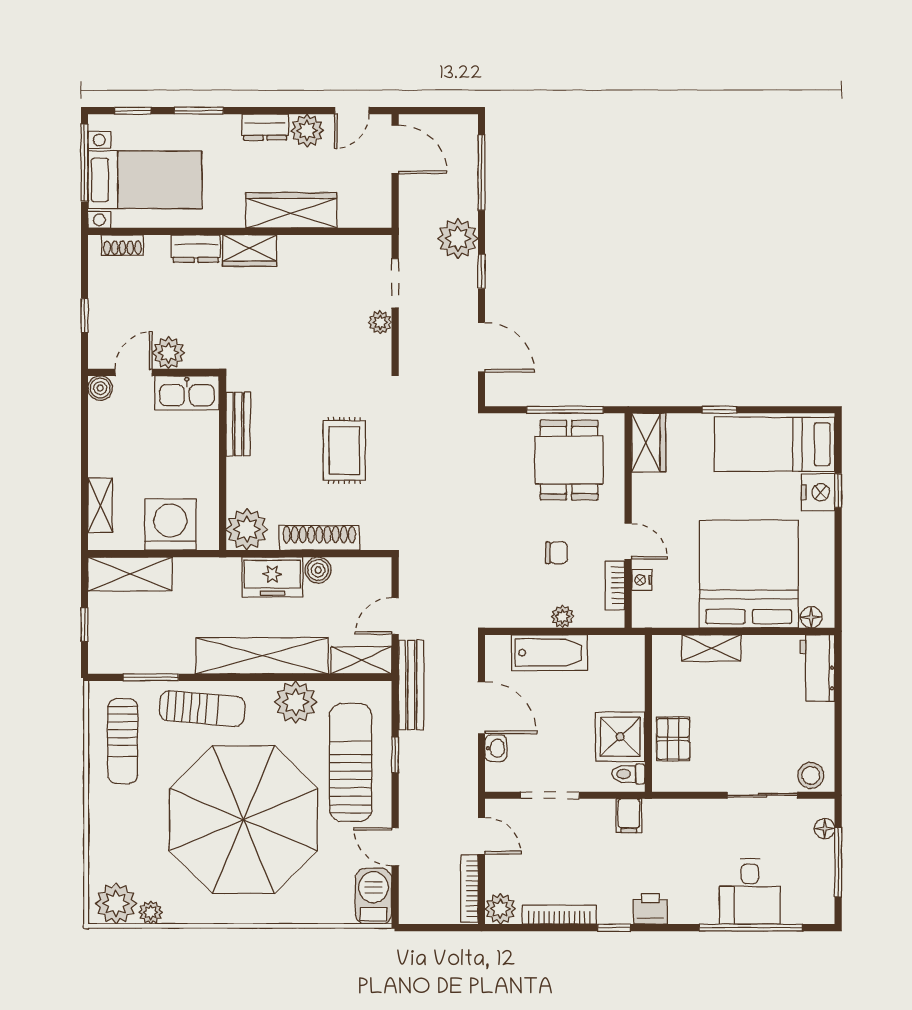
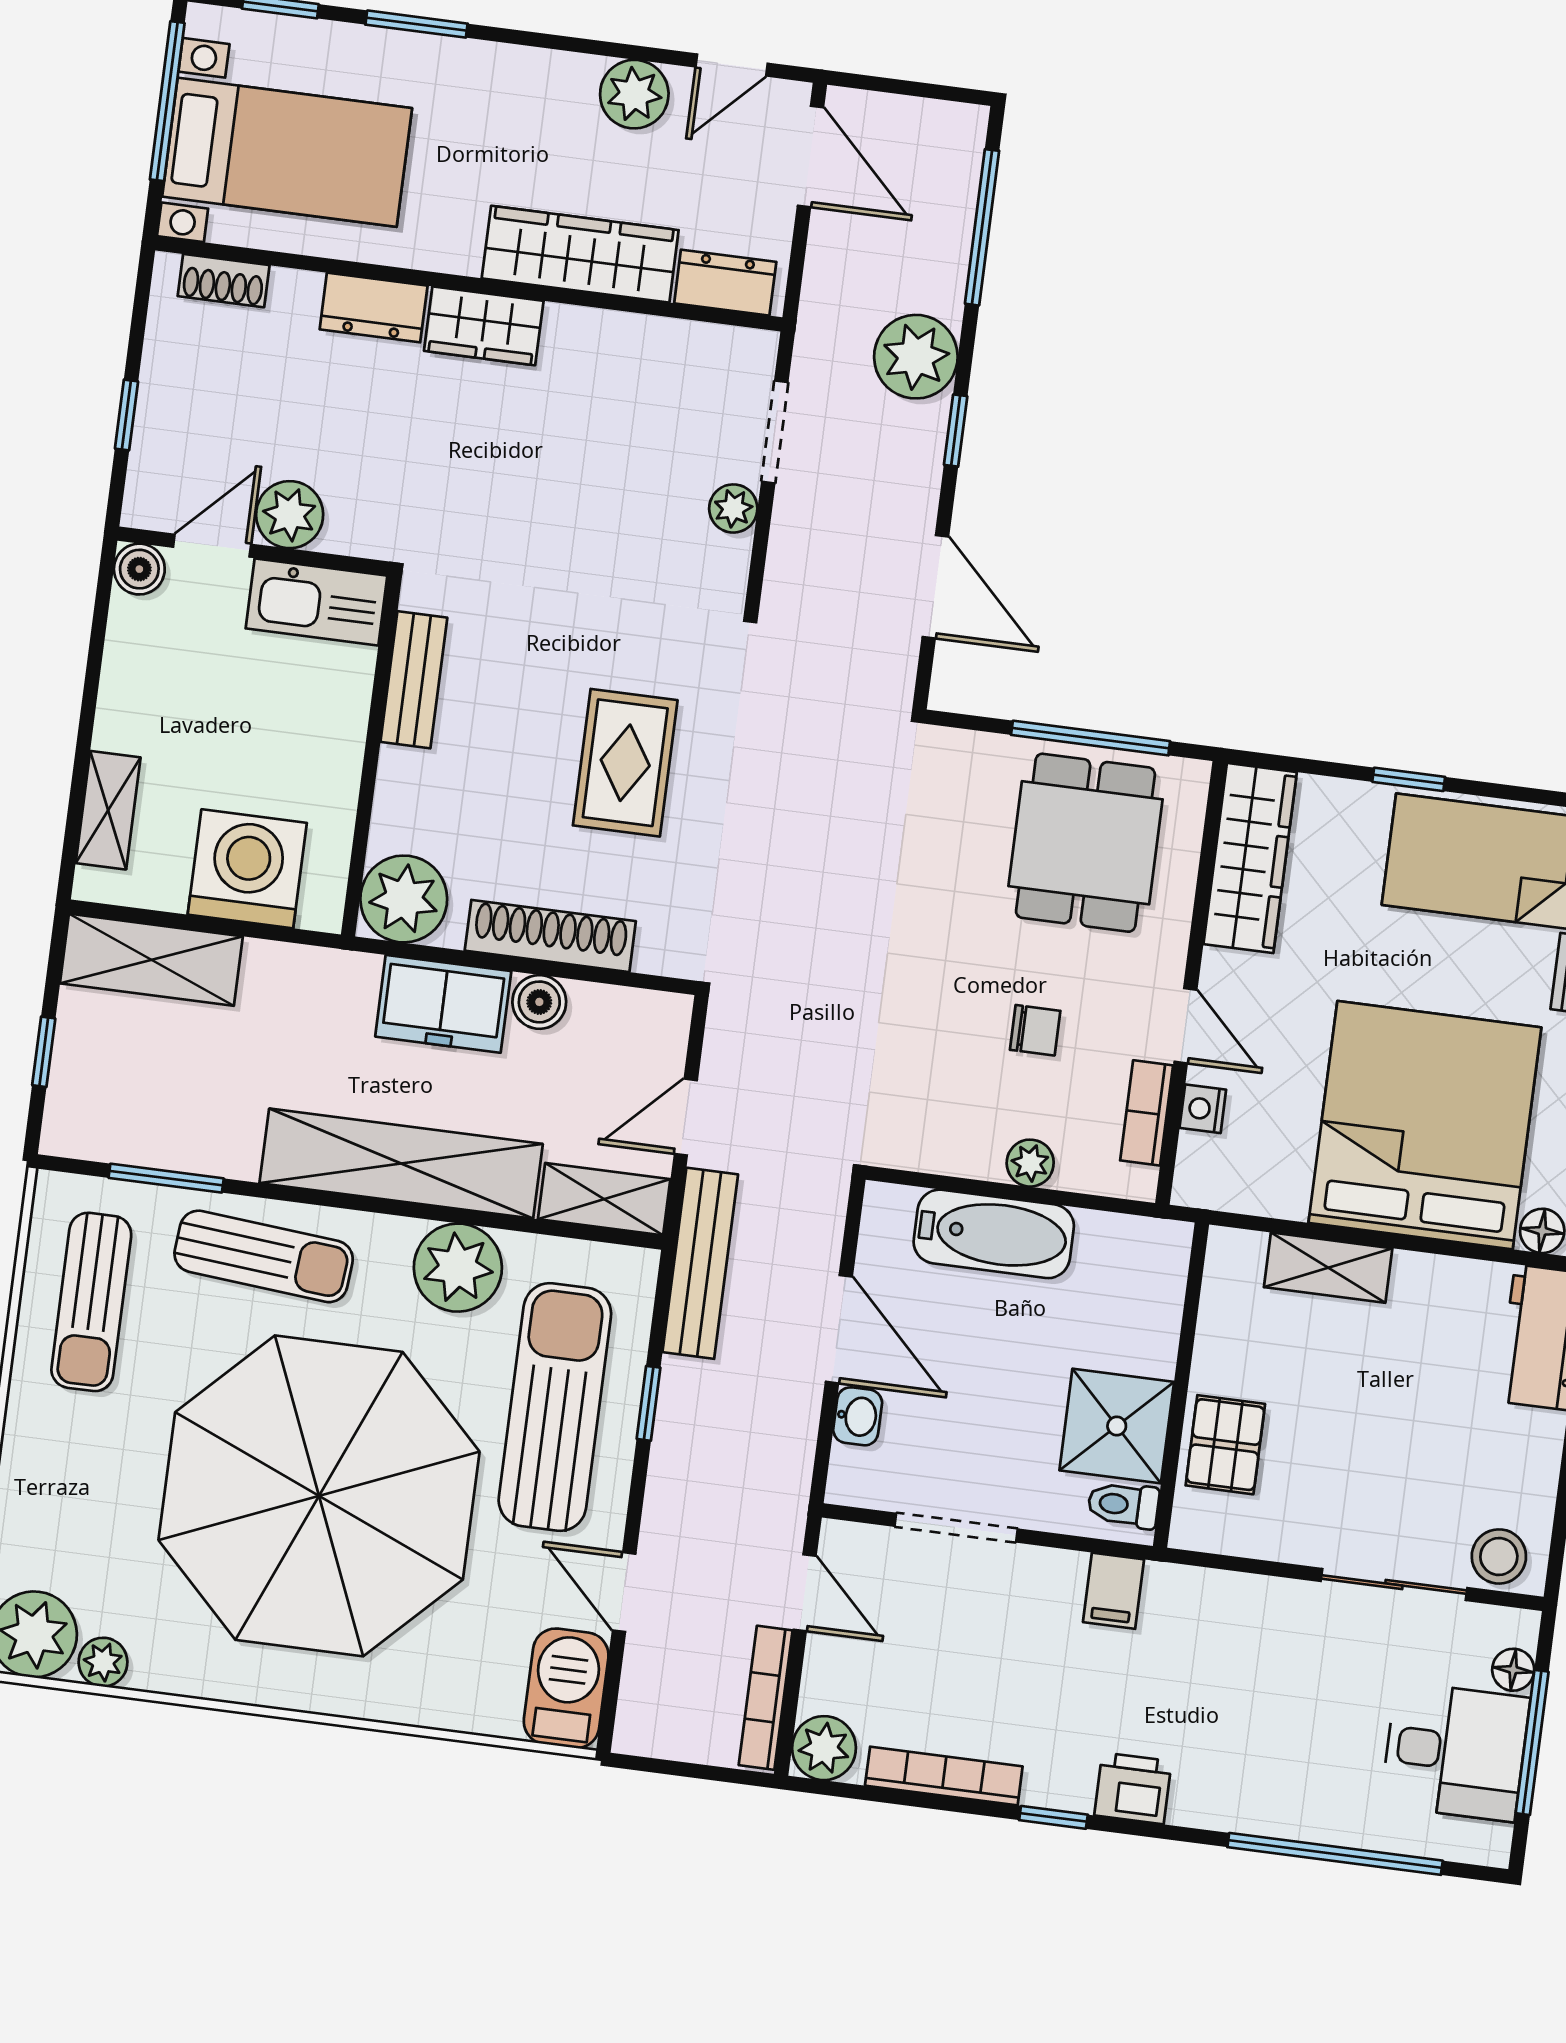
dresser: (265, 127) -> (725, 283), moved, turned 180
wardrobe: (649, 443) -> (1250, 858), width x1.50
desk: (750, 891) -> (1455, 1752), moved, turned -90

